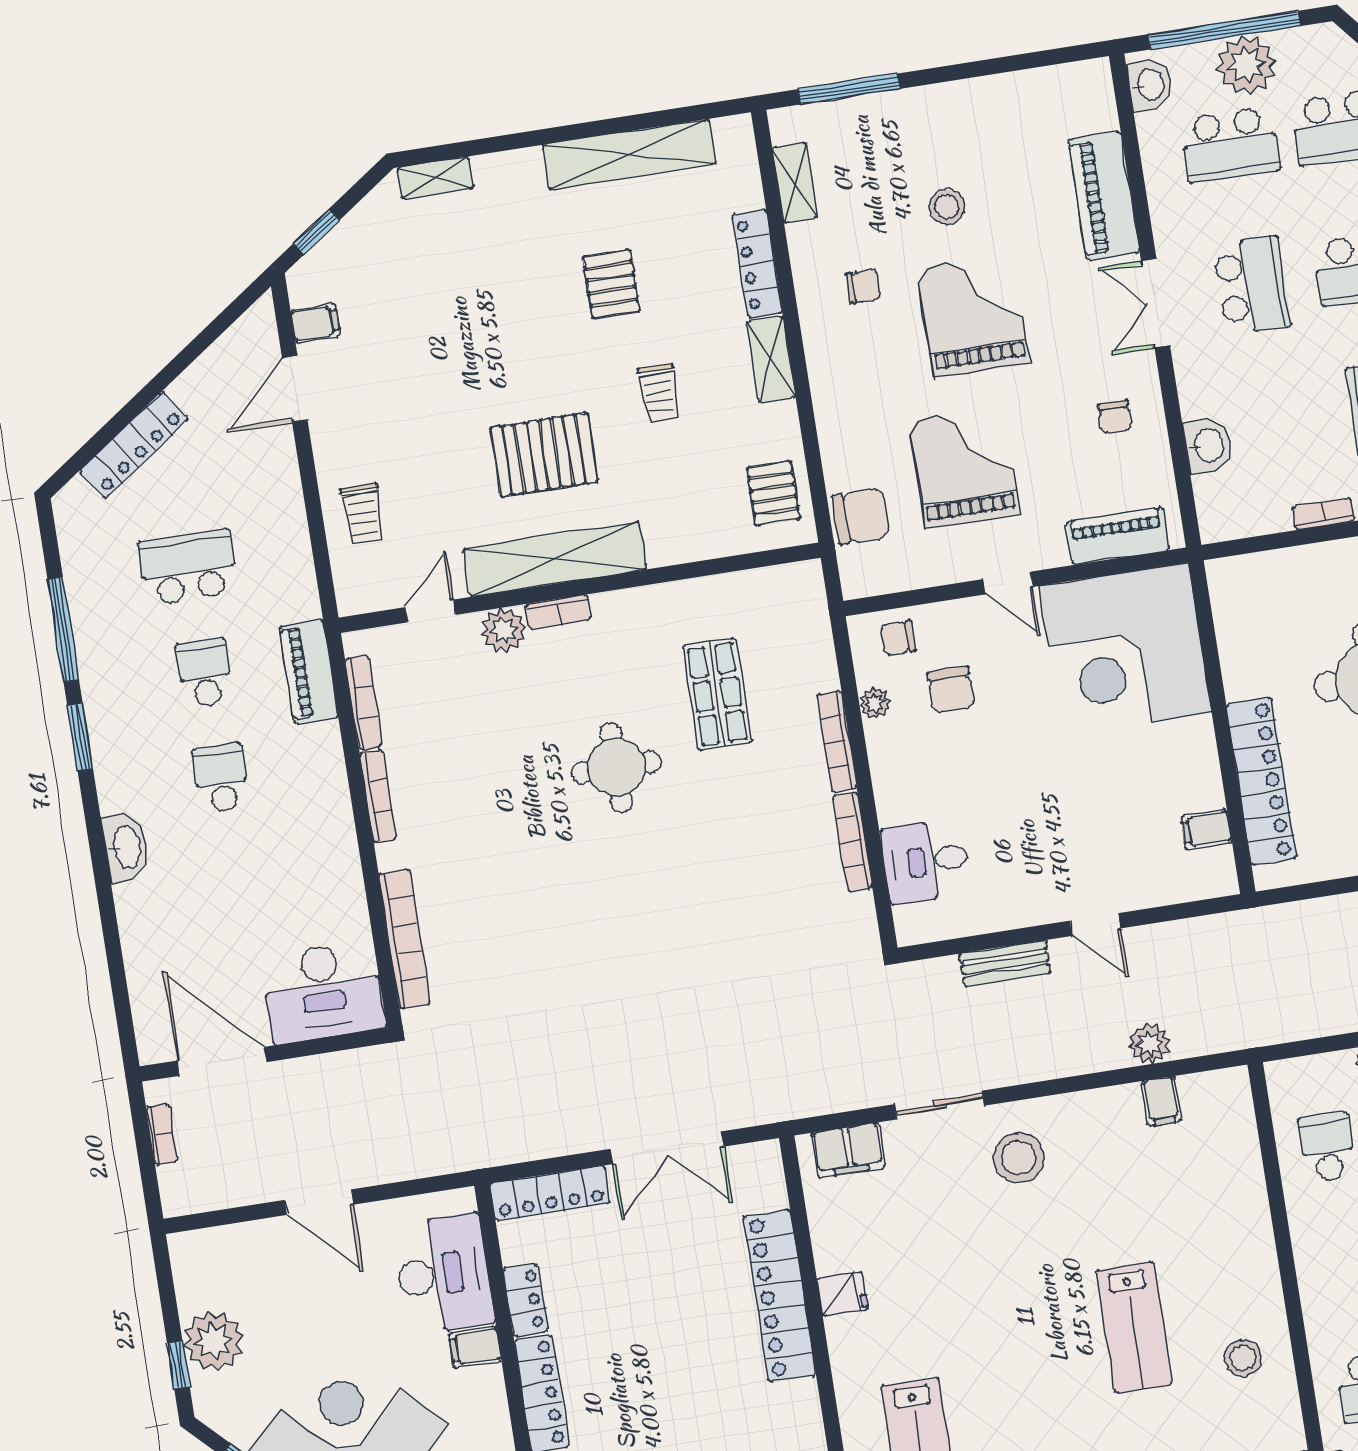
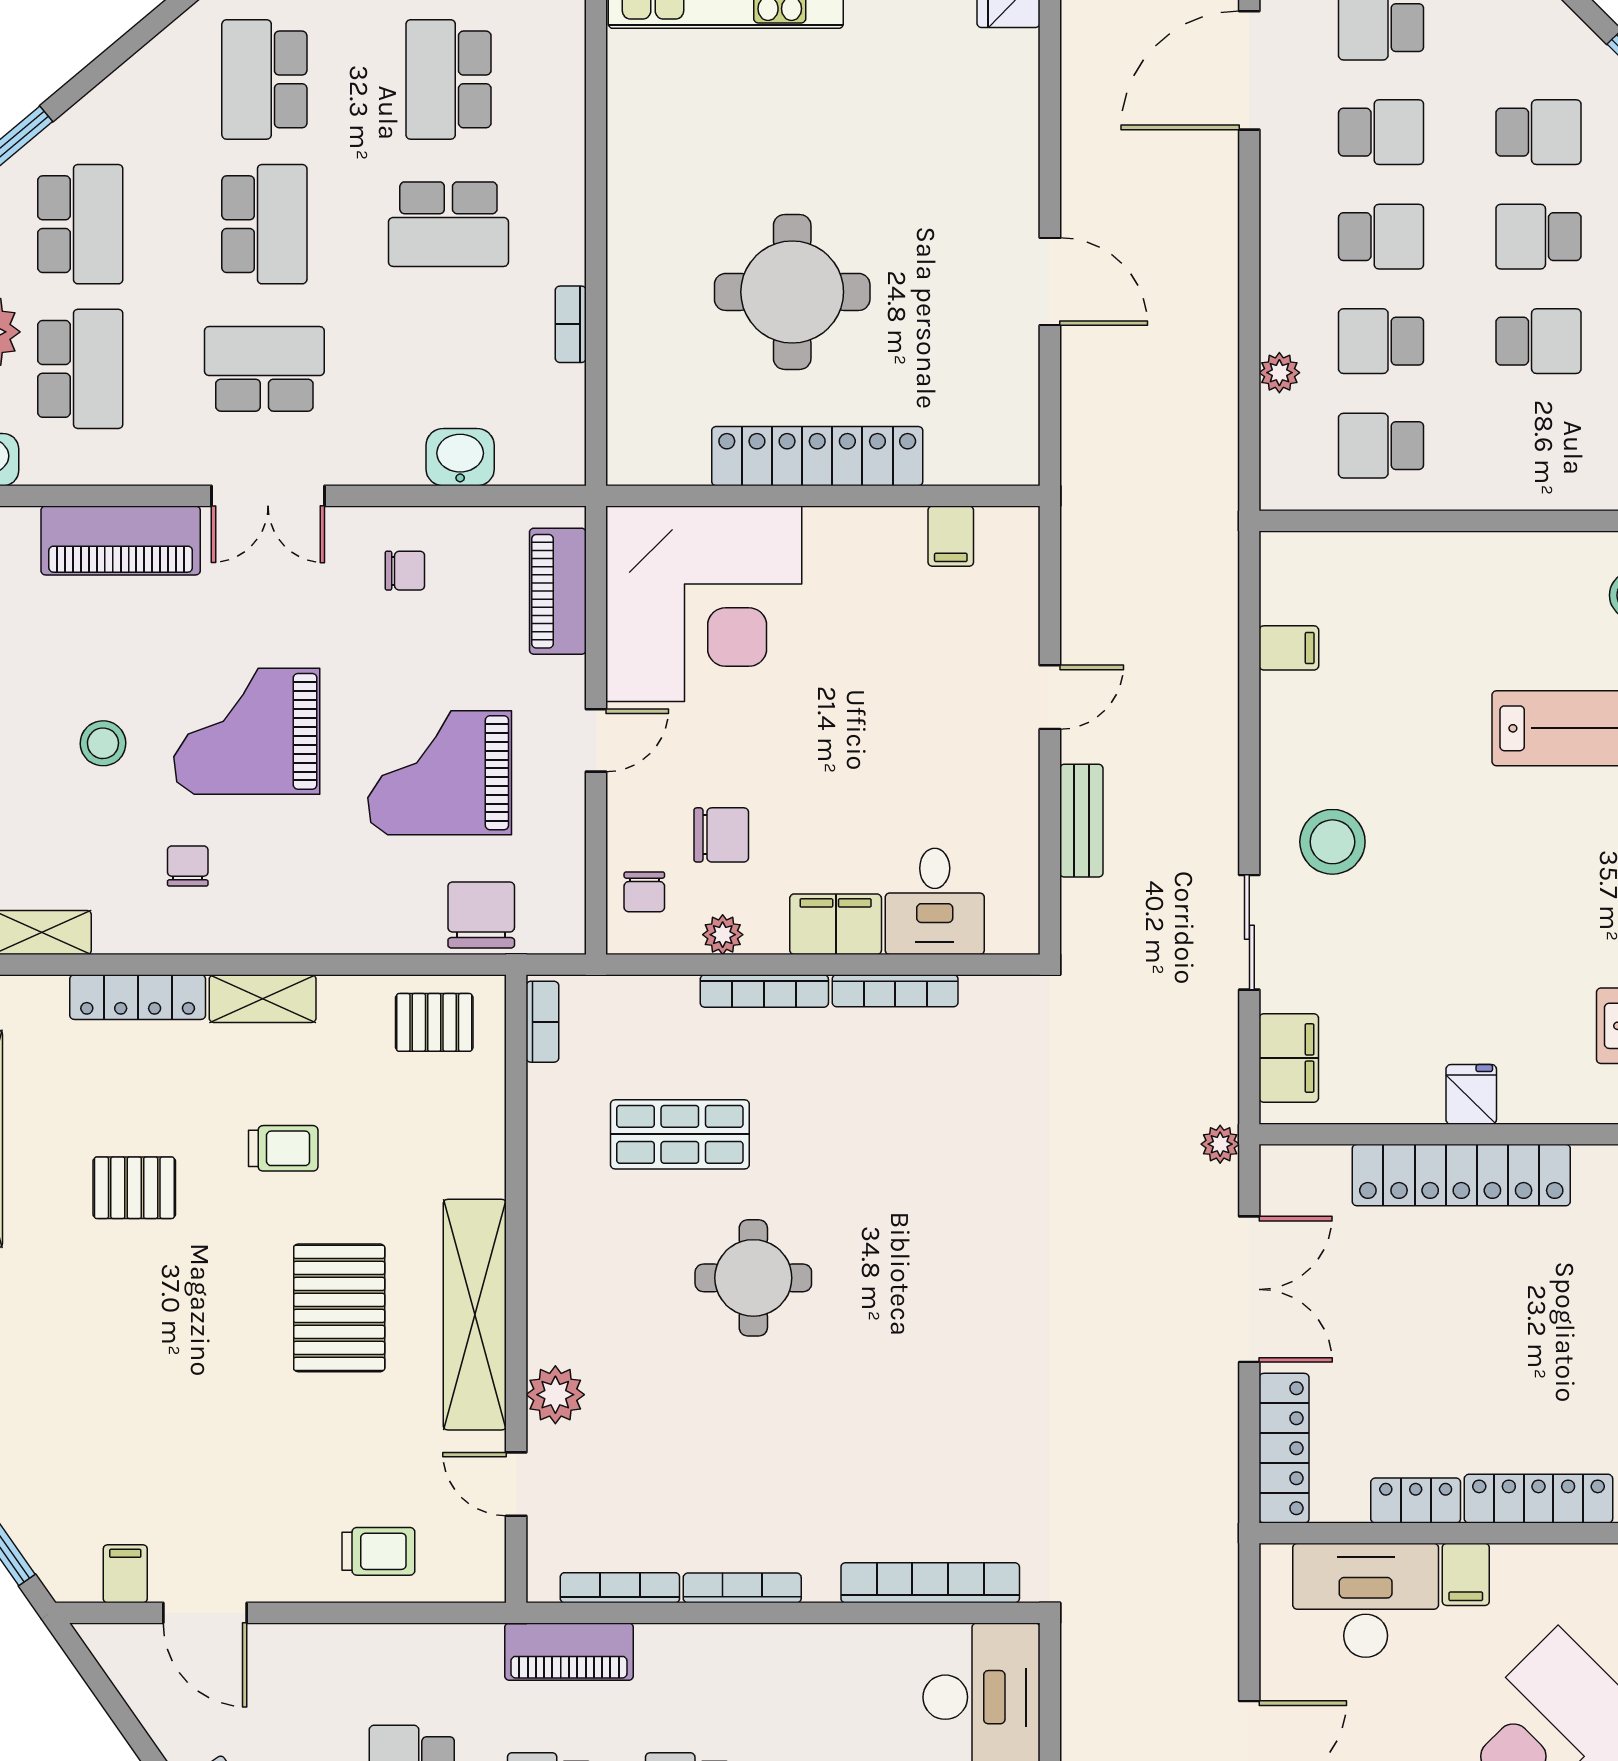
bookcase: (558, 612) -> (542, 1022), moved
locker: (1262, 781) -> (817, 456), moved
filing cabinet: (896, 788) -> (836, 924), added
plant: (1150, 1044) -> (1220, 1144), moved, width x0.73, depth x0.73

